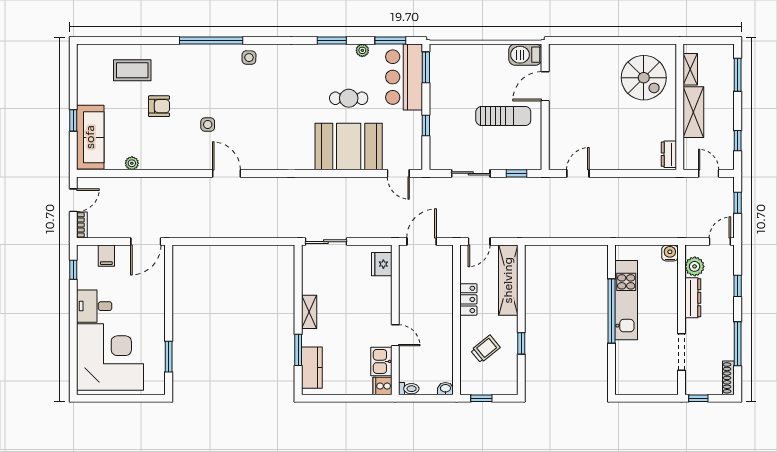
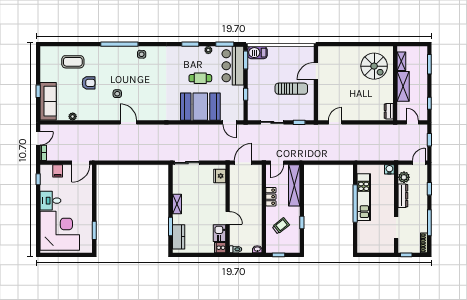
barbecue: (525, 55) -> (257, 53), moved

